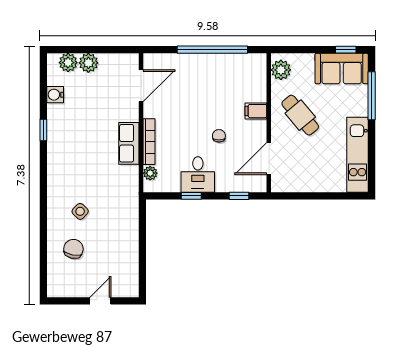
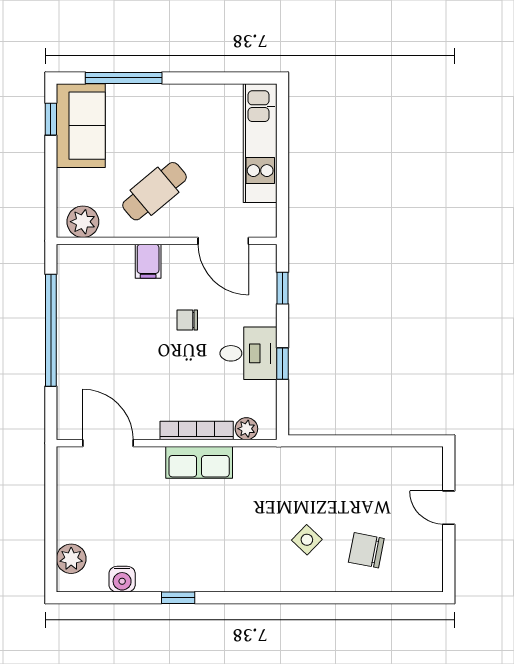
plant: (88, 63) -> (72, 526), removed
kitchen unit: (358, 155) -> (260, 143), moved, turned 90

